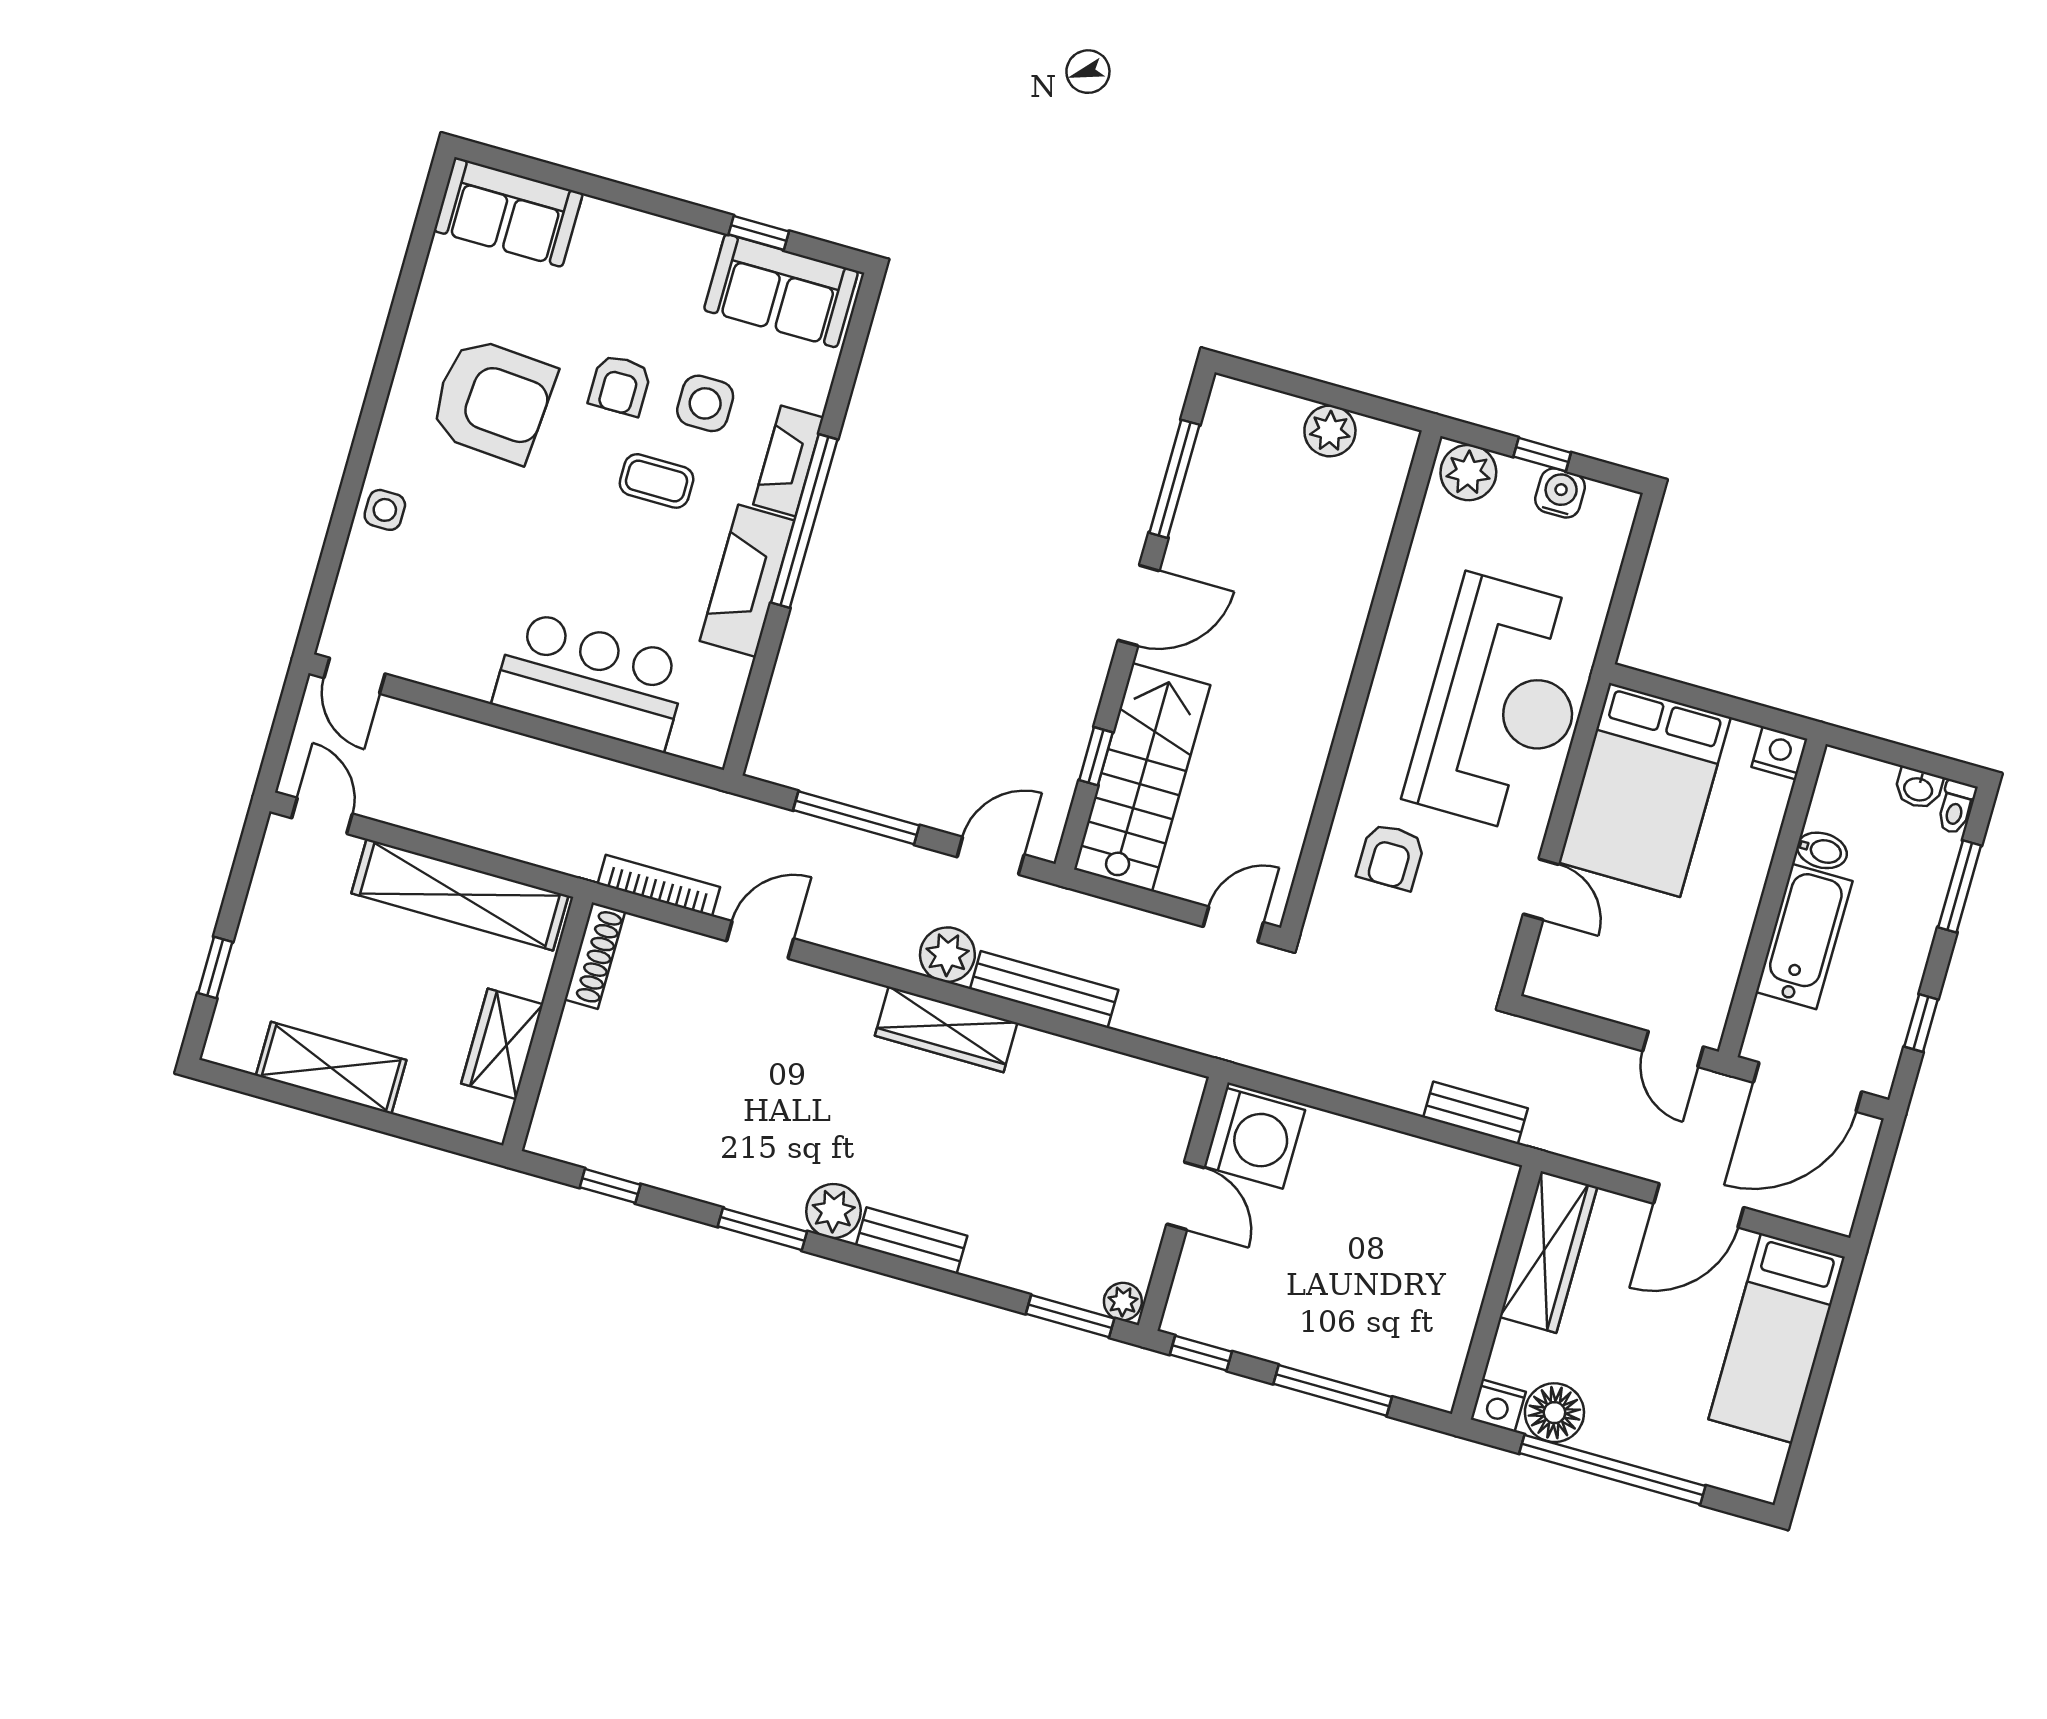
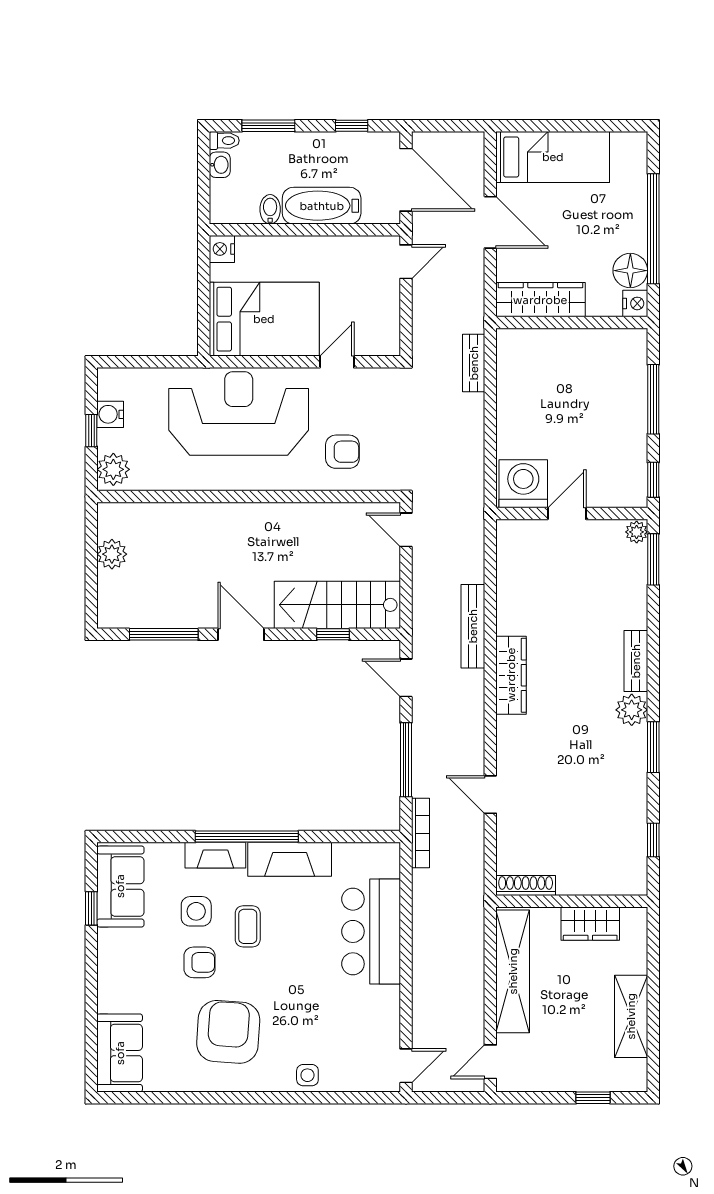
bookcase: (659, 885) -> (421, 833), moved, turned 180
plant: (947, 955) -> (469, 686), removed

